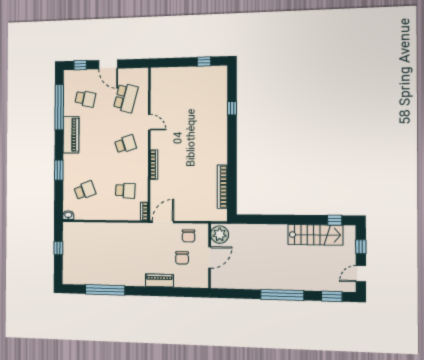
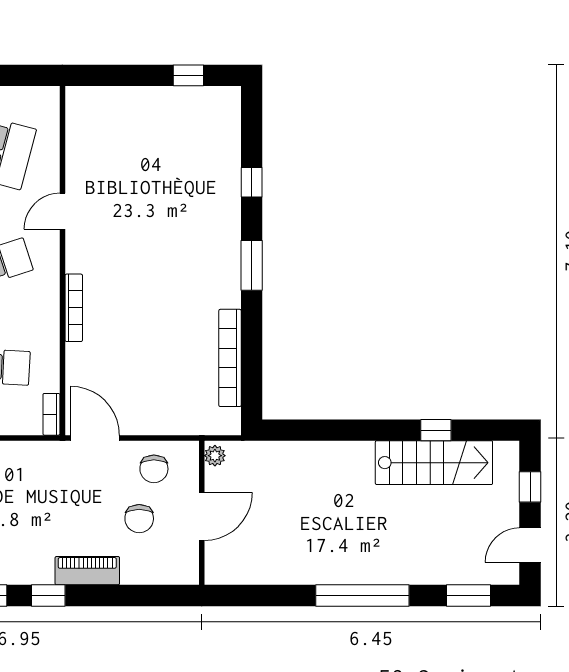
door: (149, 122) -> (62, 211), swing flipped
window: (232, 145) -> (252, 265), added
window: (335, 220) -> (436, 430), moved
door: (163, 222) -> (95, 438), hinge flipped
plant: (220, 235) -> (215, 456), width x0.53, depth x0.53
window: (143, 291) -> (48, 595), added

